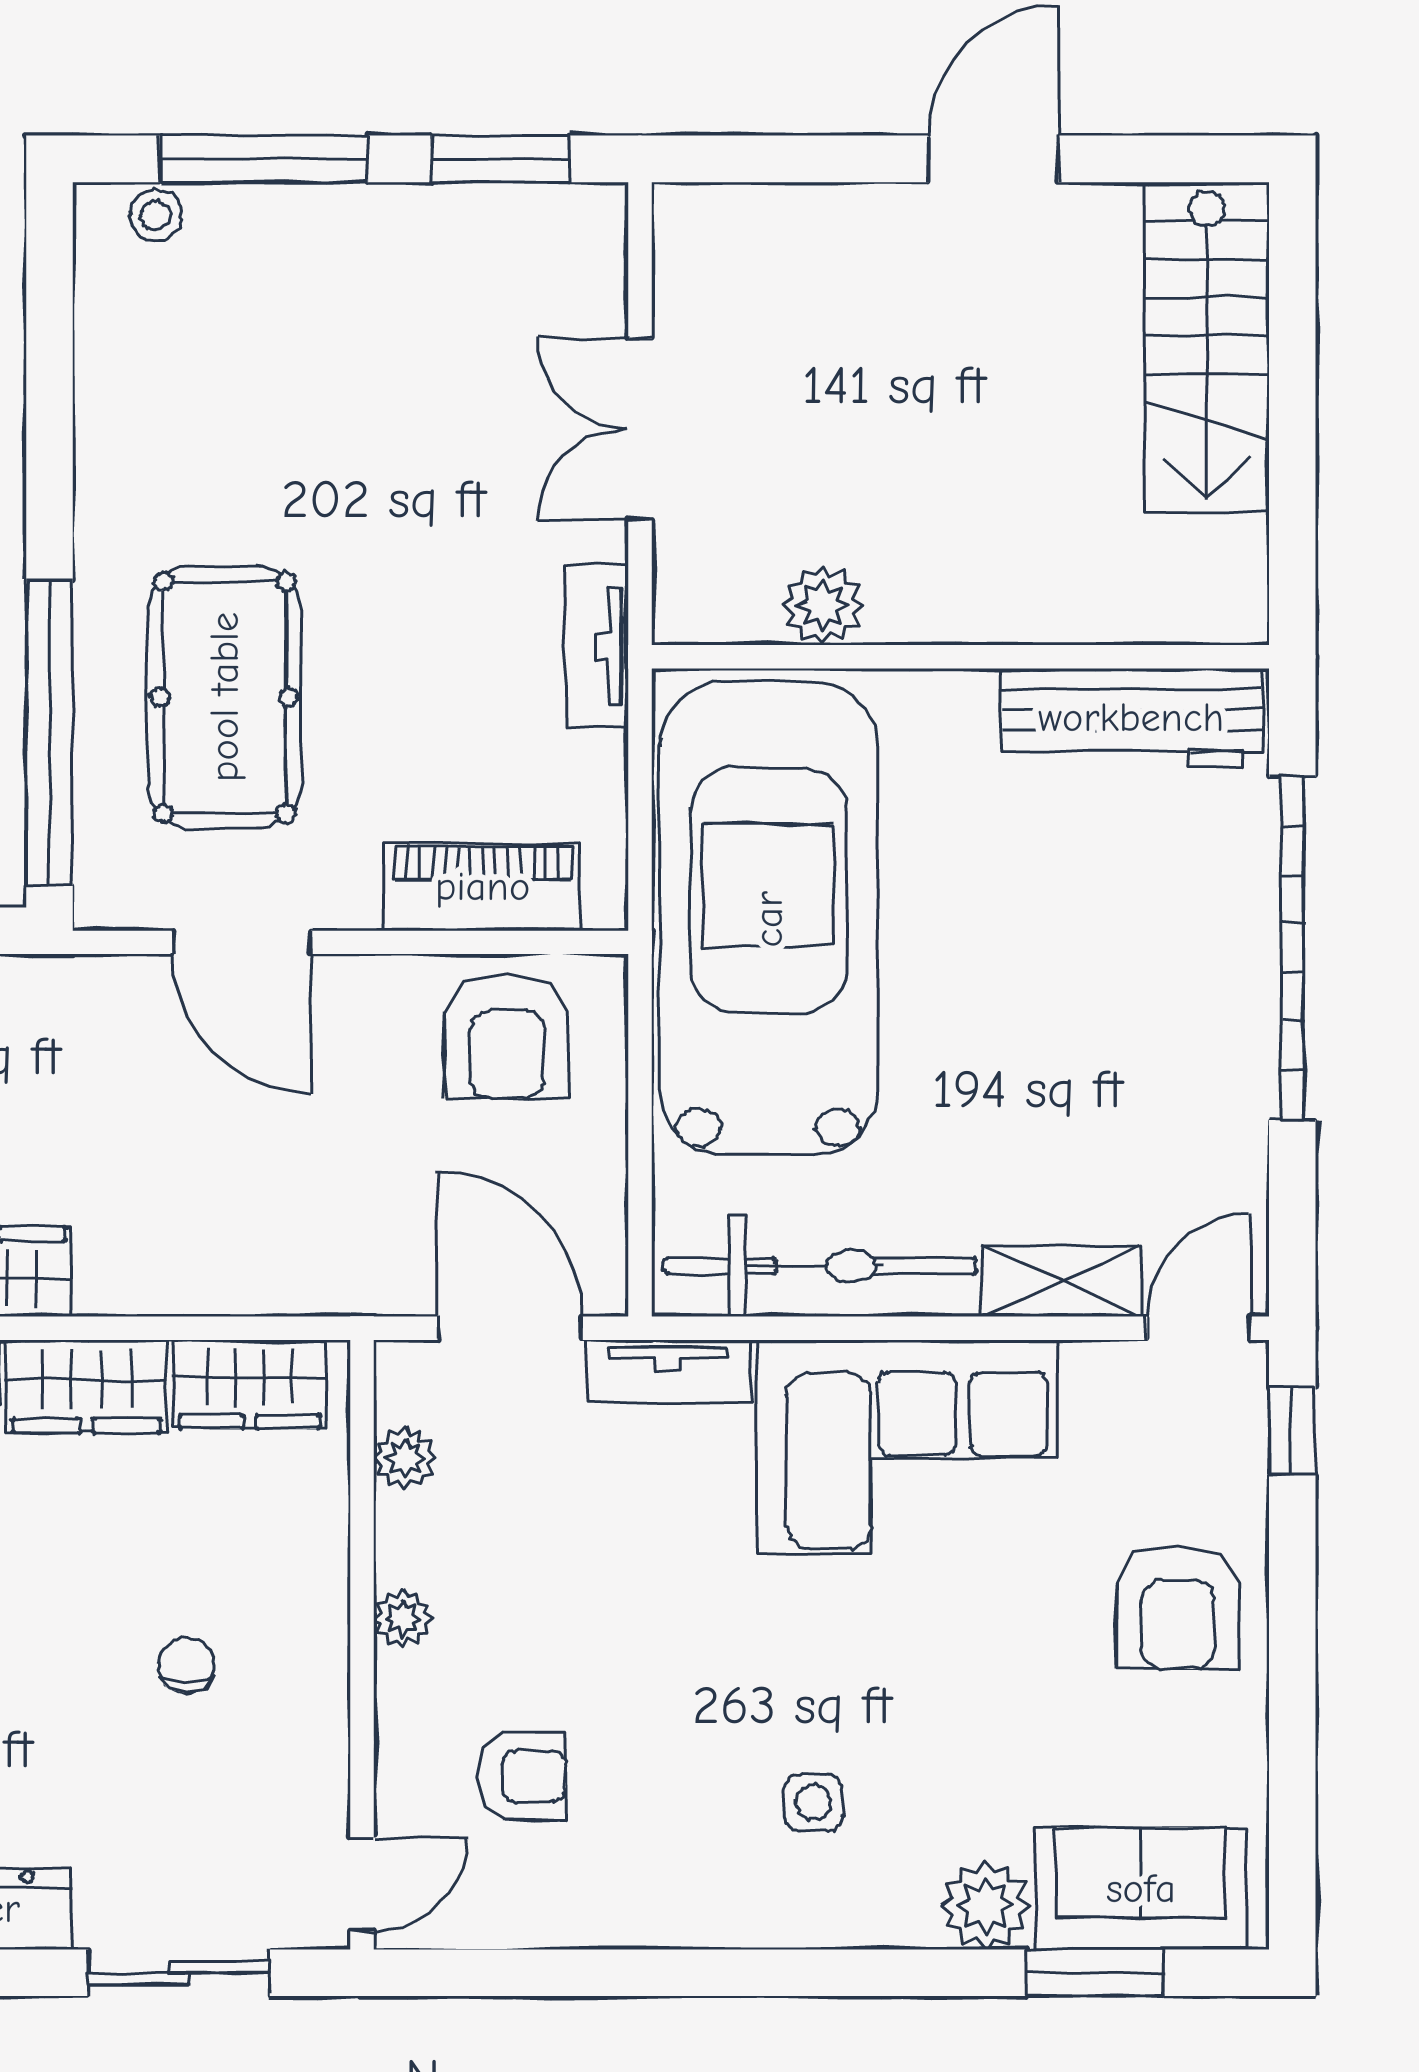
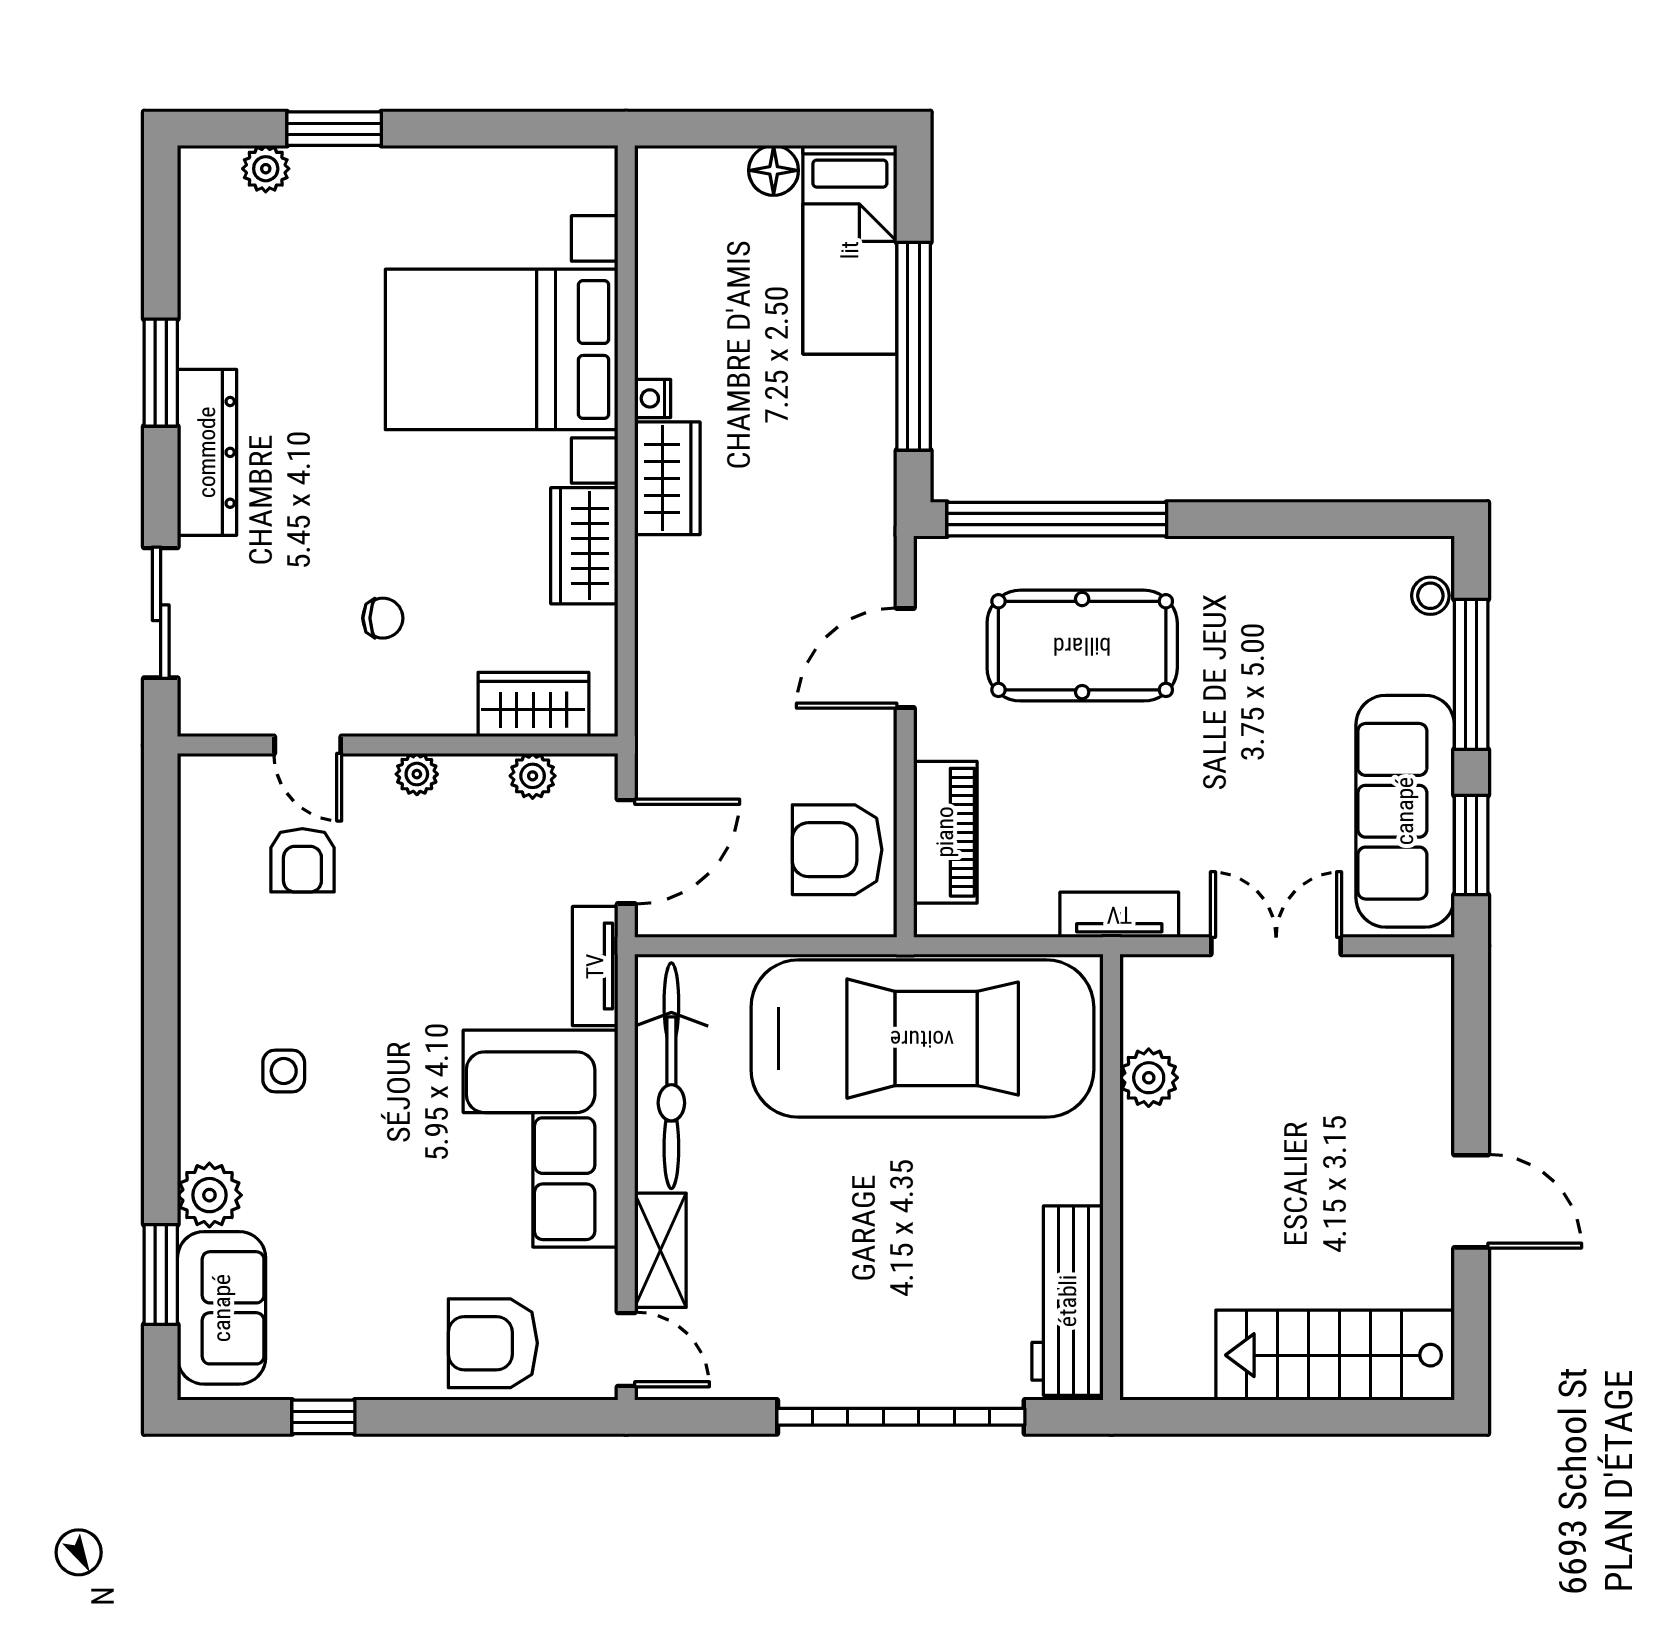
sofa: (454, 250) -> (1405, 811), added
wardrobe: (250, 1384) -> (533, 704), moved, turned 90
window: (1292, 1431) -> (323, 1417), moved
armchair: (1178, 1607) -> (493, 1343), moved
door: (362, 1884) -> (308, 745), moved

